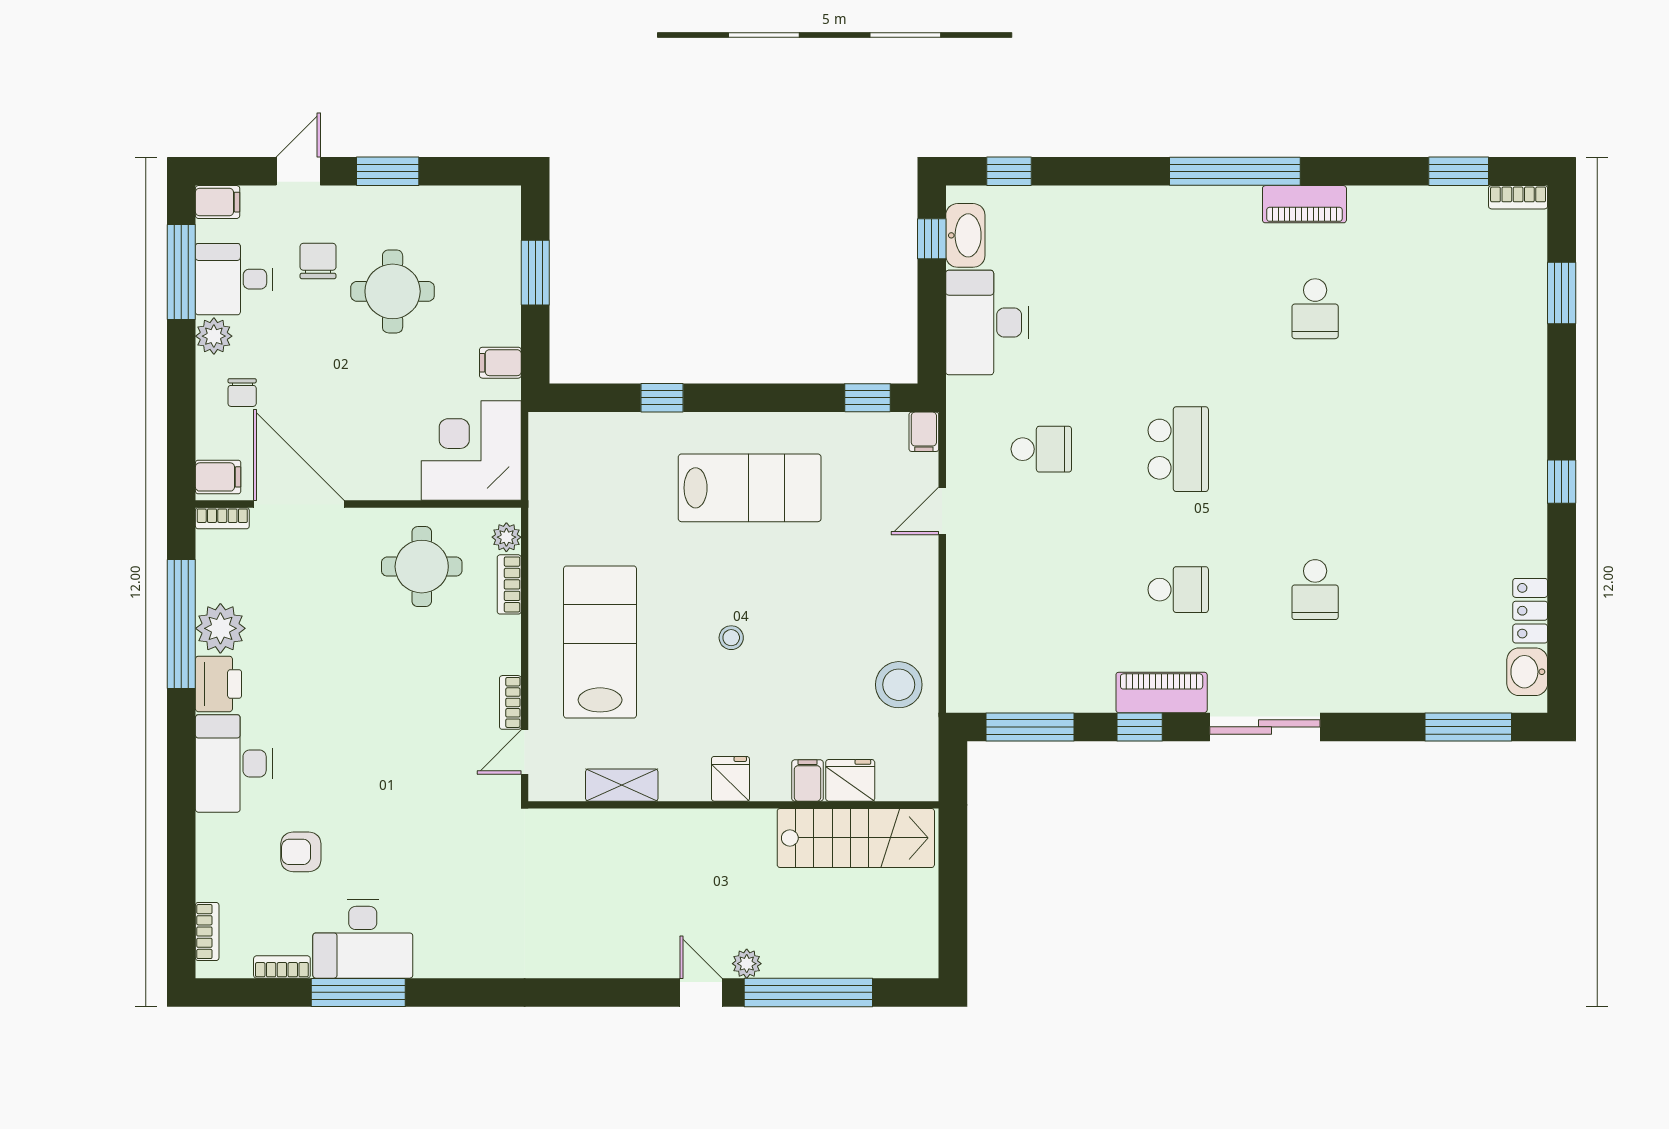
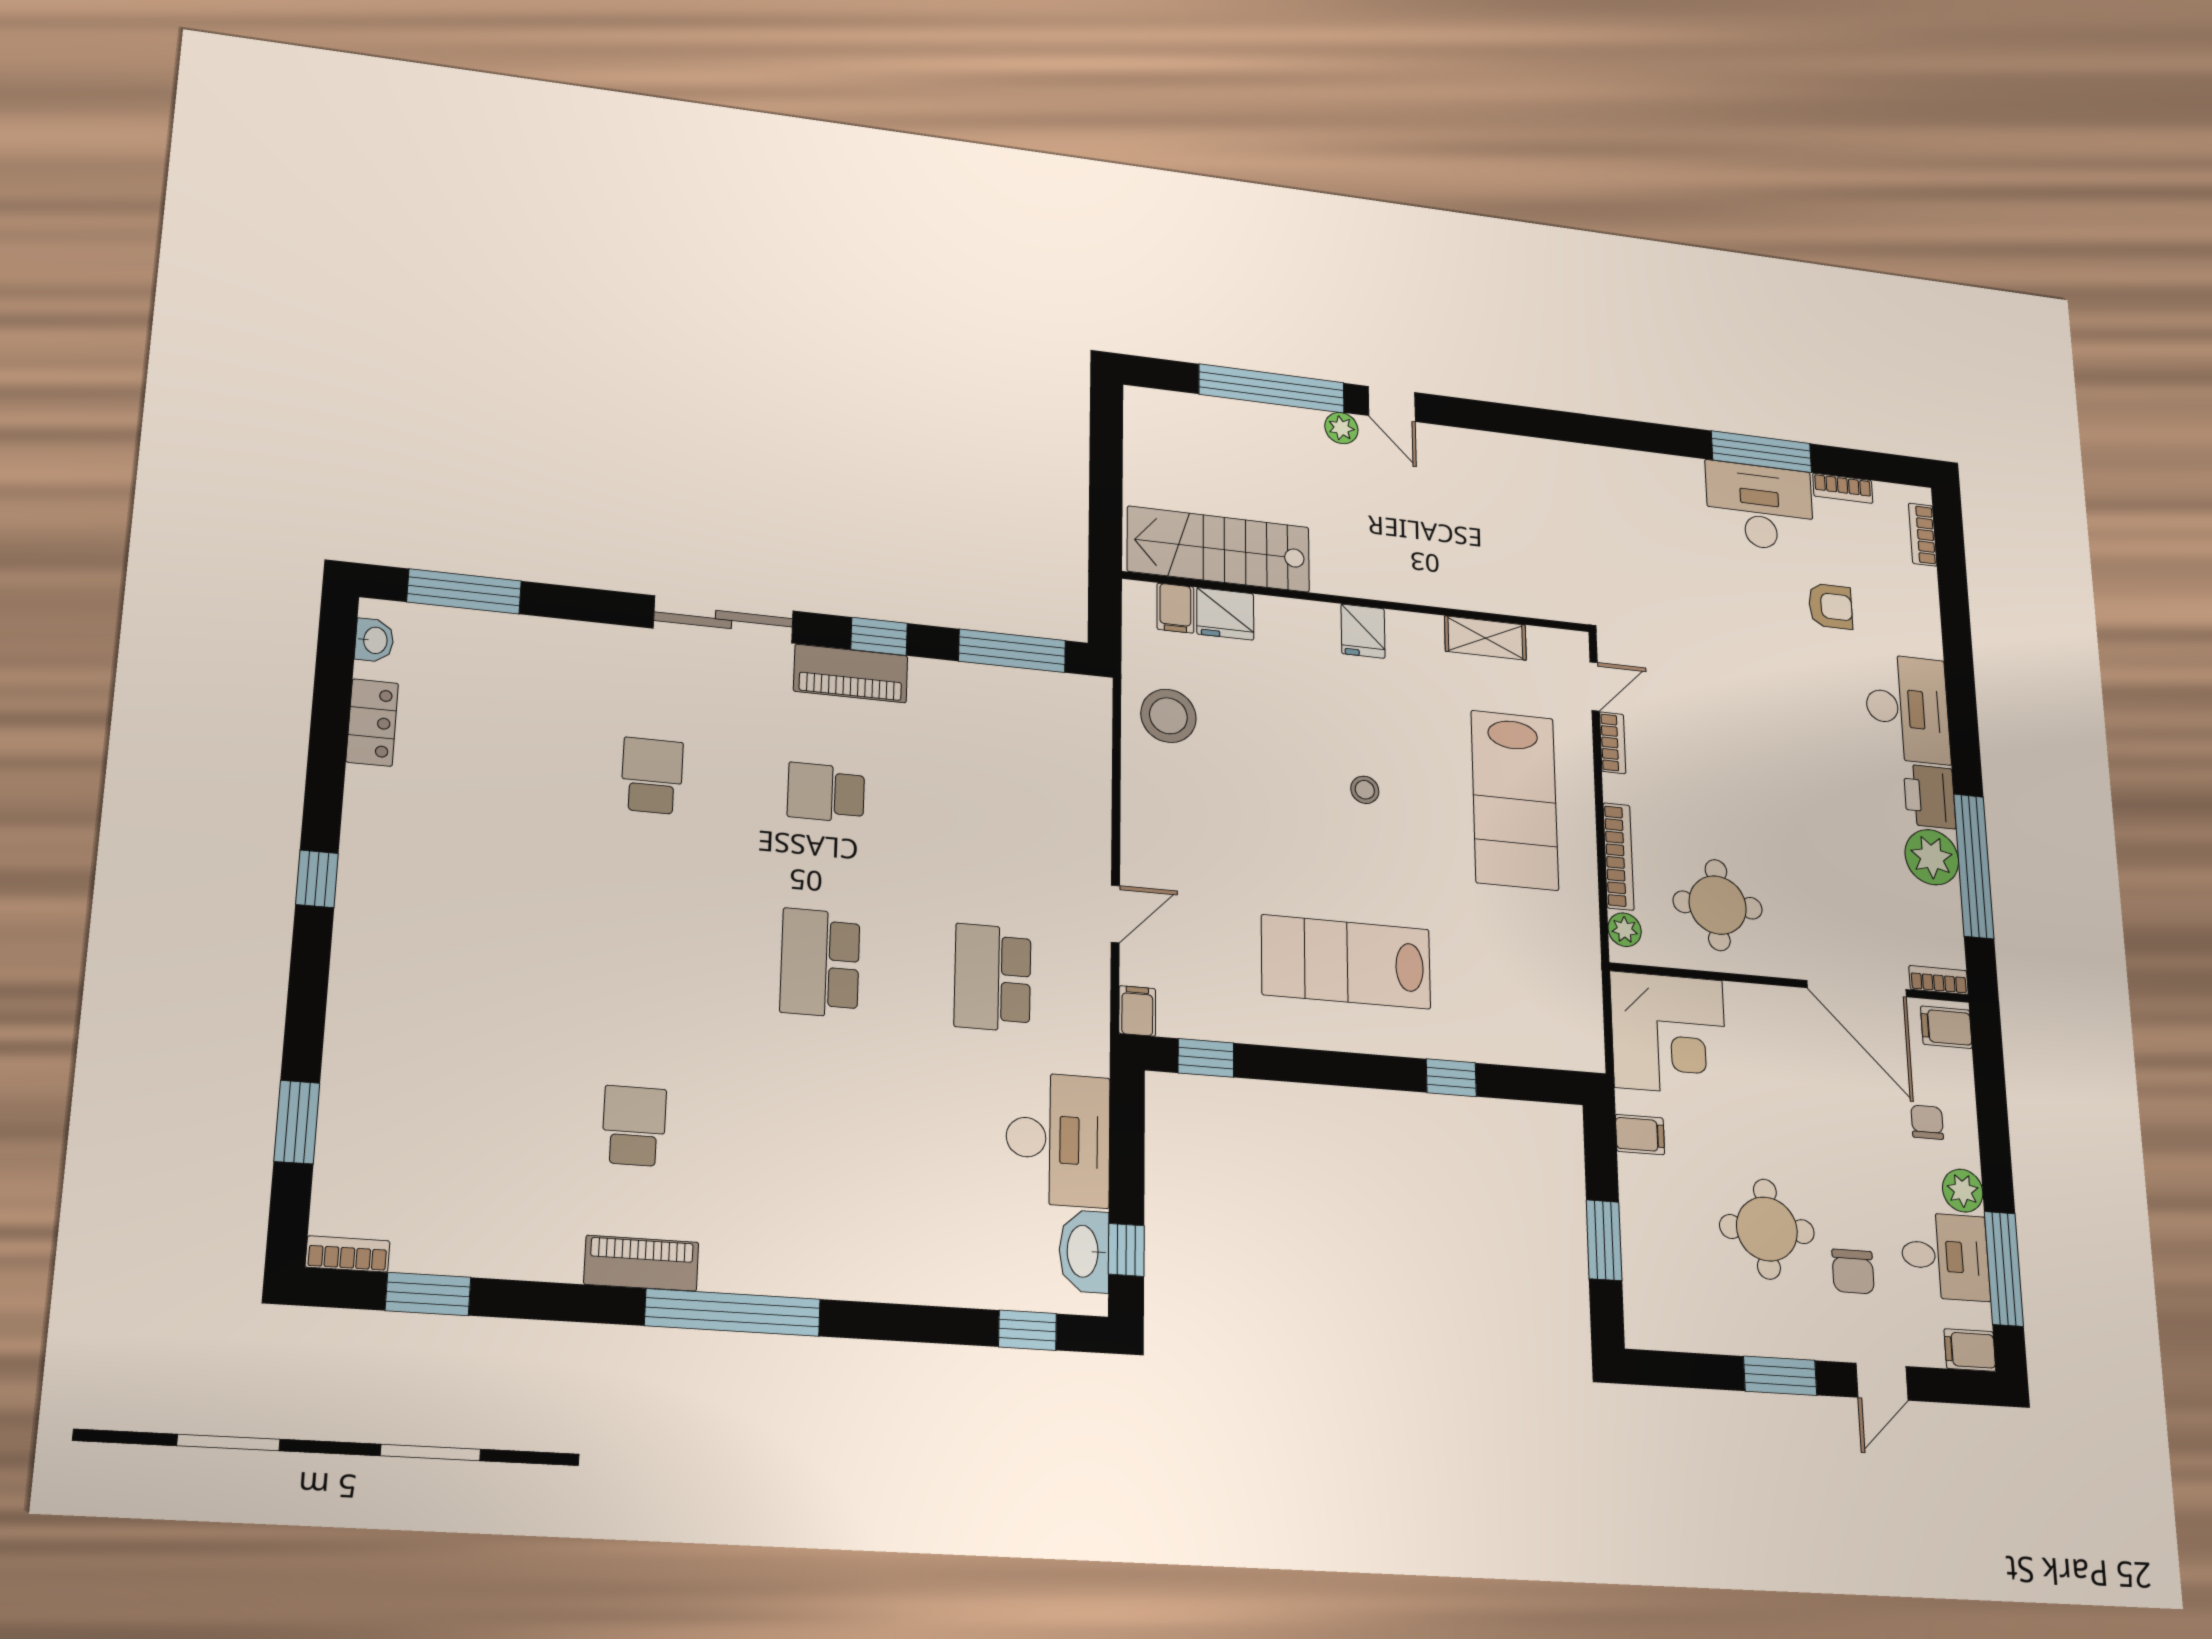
school desk: (1041, 449) -> (993, 978), width x1.85
bookcase: (509, 584) -> (1618, 856), width x1.56
washbasin: (1527, 672) -> (374, 640), width x0.72, depth x0.69
filing cabinet: (807, 781) -> (1175, 608), moved

